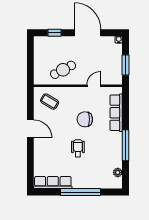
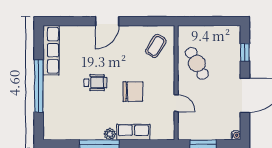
row of seats: (116, 113) -> (133, 132), width x0.68
chair: (85, 119) -> (133, 92), turned 90
door: (30, 129) -> (107, 21), moved
plant: (118, 172) -> (110, 134), moved

